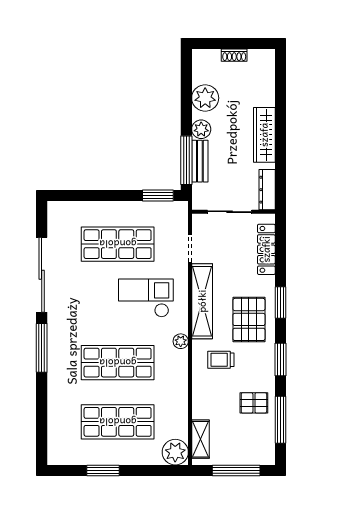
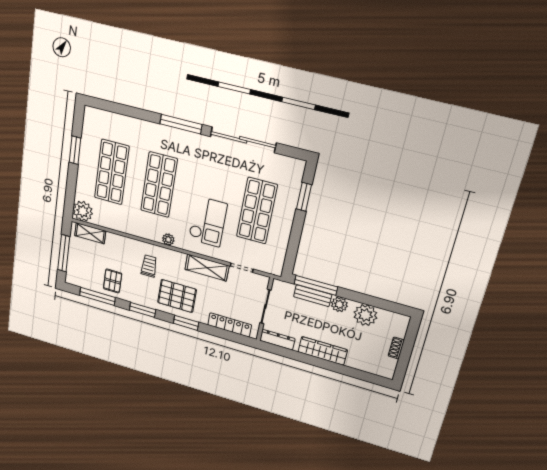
window: (158, 195) -> (304, 197), moved
shelving: (202, 301) -> (207, 268), width x0.68

